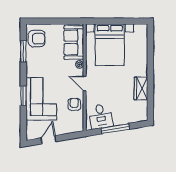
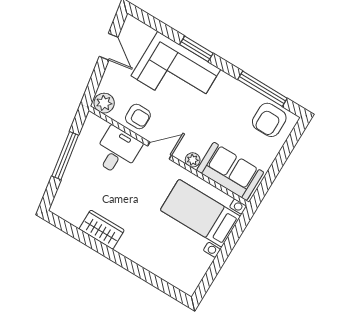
bed with nightstands: (110, 45) -> (200, 213), width x0.73
window: (23, 51) -> (262, 89), width x1.44
desk: (101, 116) -> (117, 151), moved, turned 99
plant: (78, 125) -> (104, 103), added

